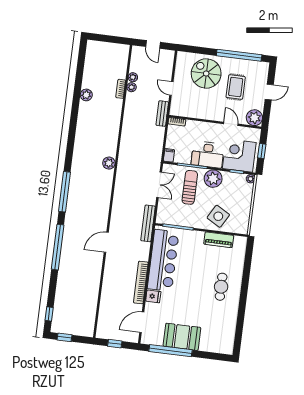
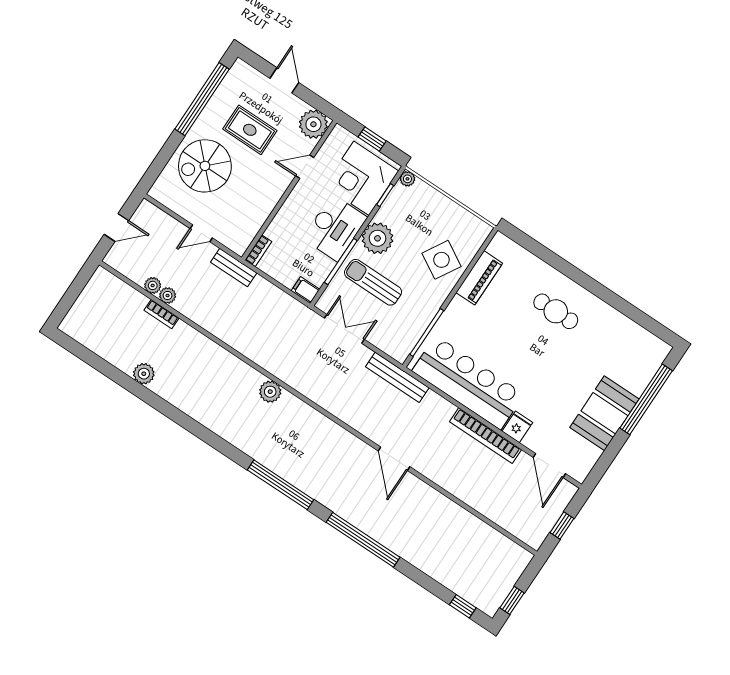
window: (171, 351) -> (646, 399), moved

